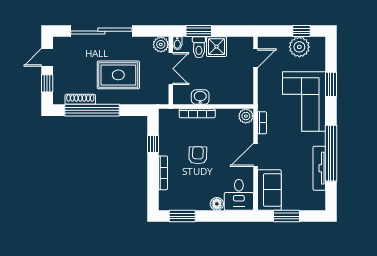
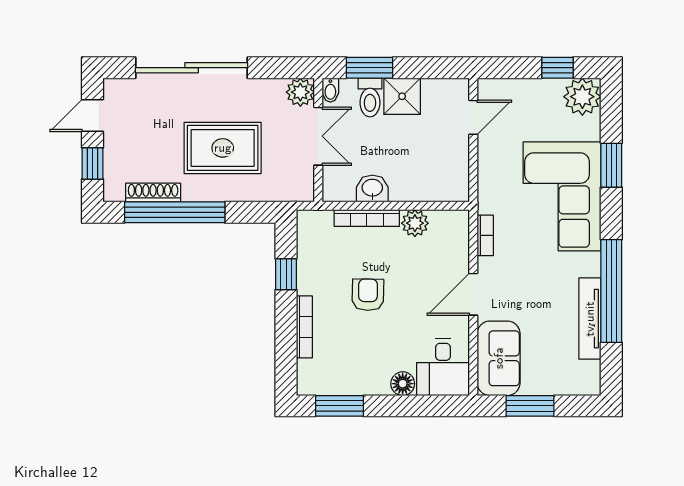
plant: (299, 47) -> (582, 97), moved
plant: (246, 116) -> (415, 223), moved

